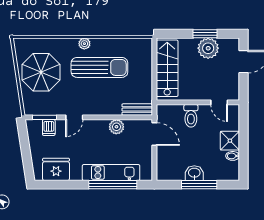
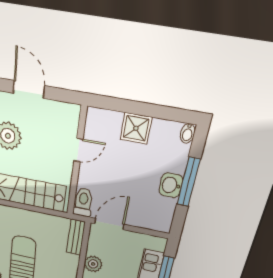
door: (219, 102) -> (78, 150), moved
toilet: (191, 116) -> (83, 202), moved, turned -90
bidet: (233, 156) -> (188, 133), moved

